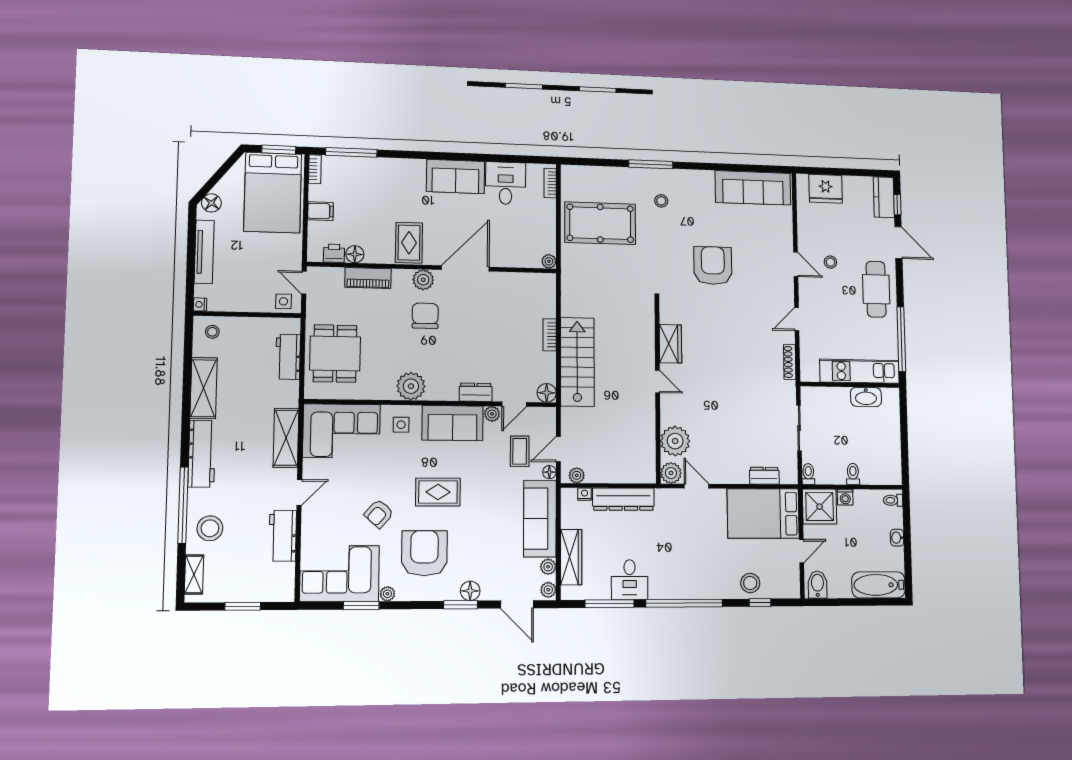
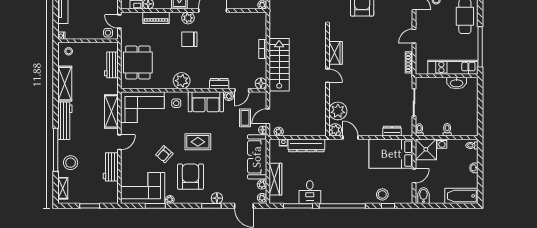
chair: (425, 316) -> (189, 39), turned -90

